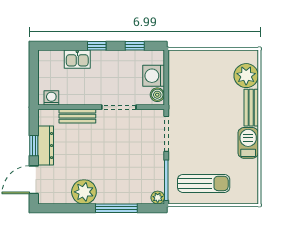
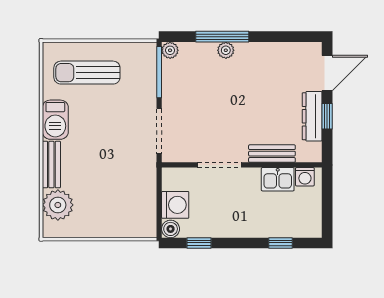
window: (97, 46) -> (281, 243), moved
kitchen sink: (77, 59) -> (278, 179), moved, turned 180
boiler: (157, 95) -> (171, 229), moved
sun lounger: (204, 183) -> (87, 73), moved
plant: (84, 192) -> (226, 50), moved, width x0.53, depth x0.53

